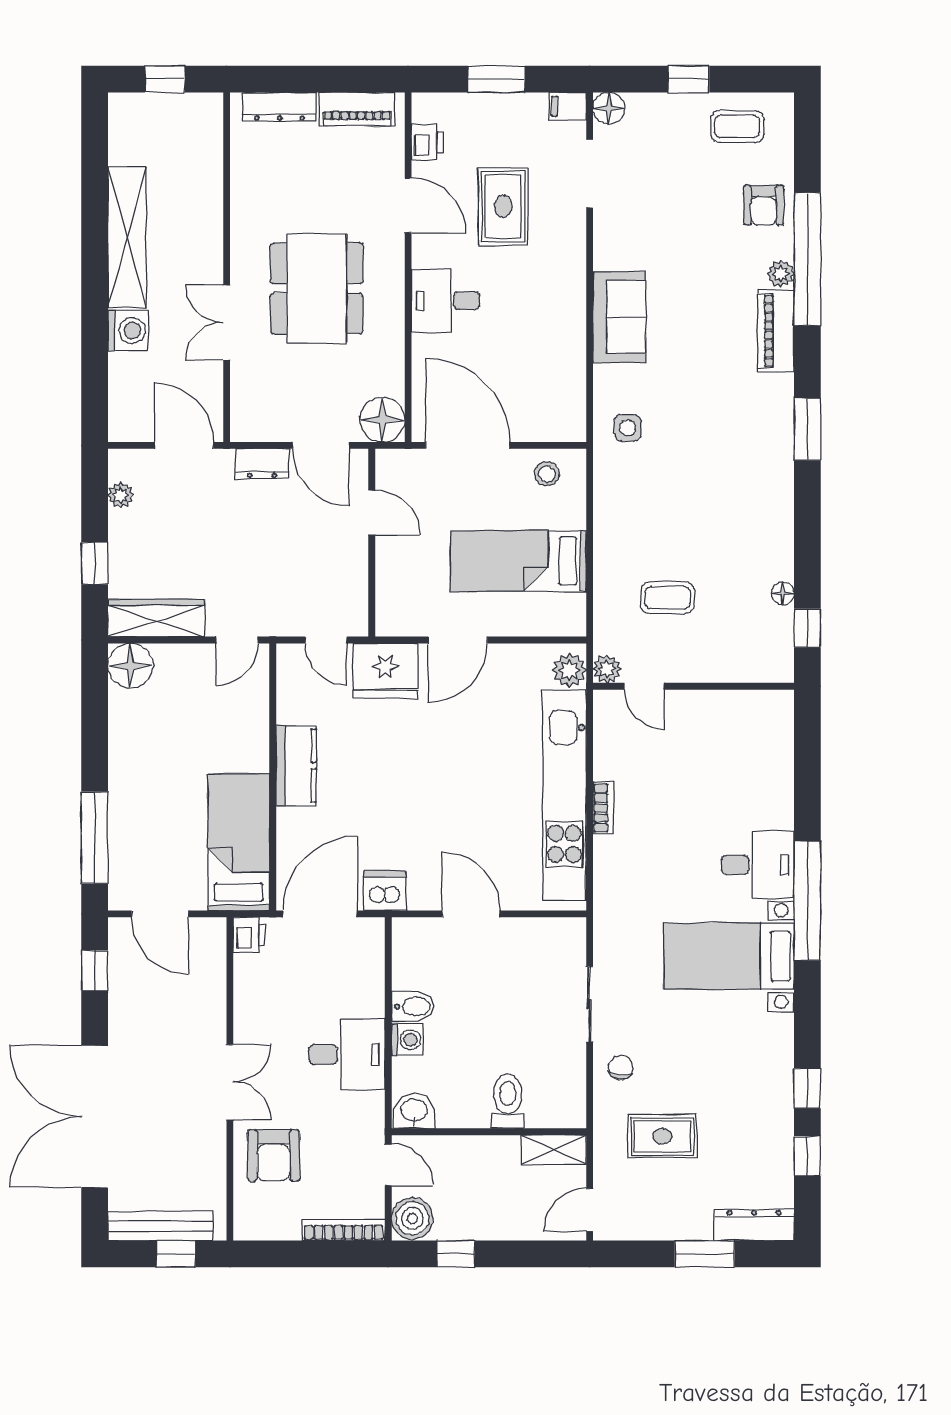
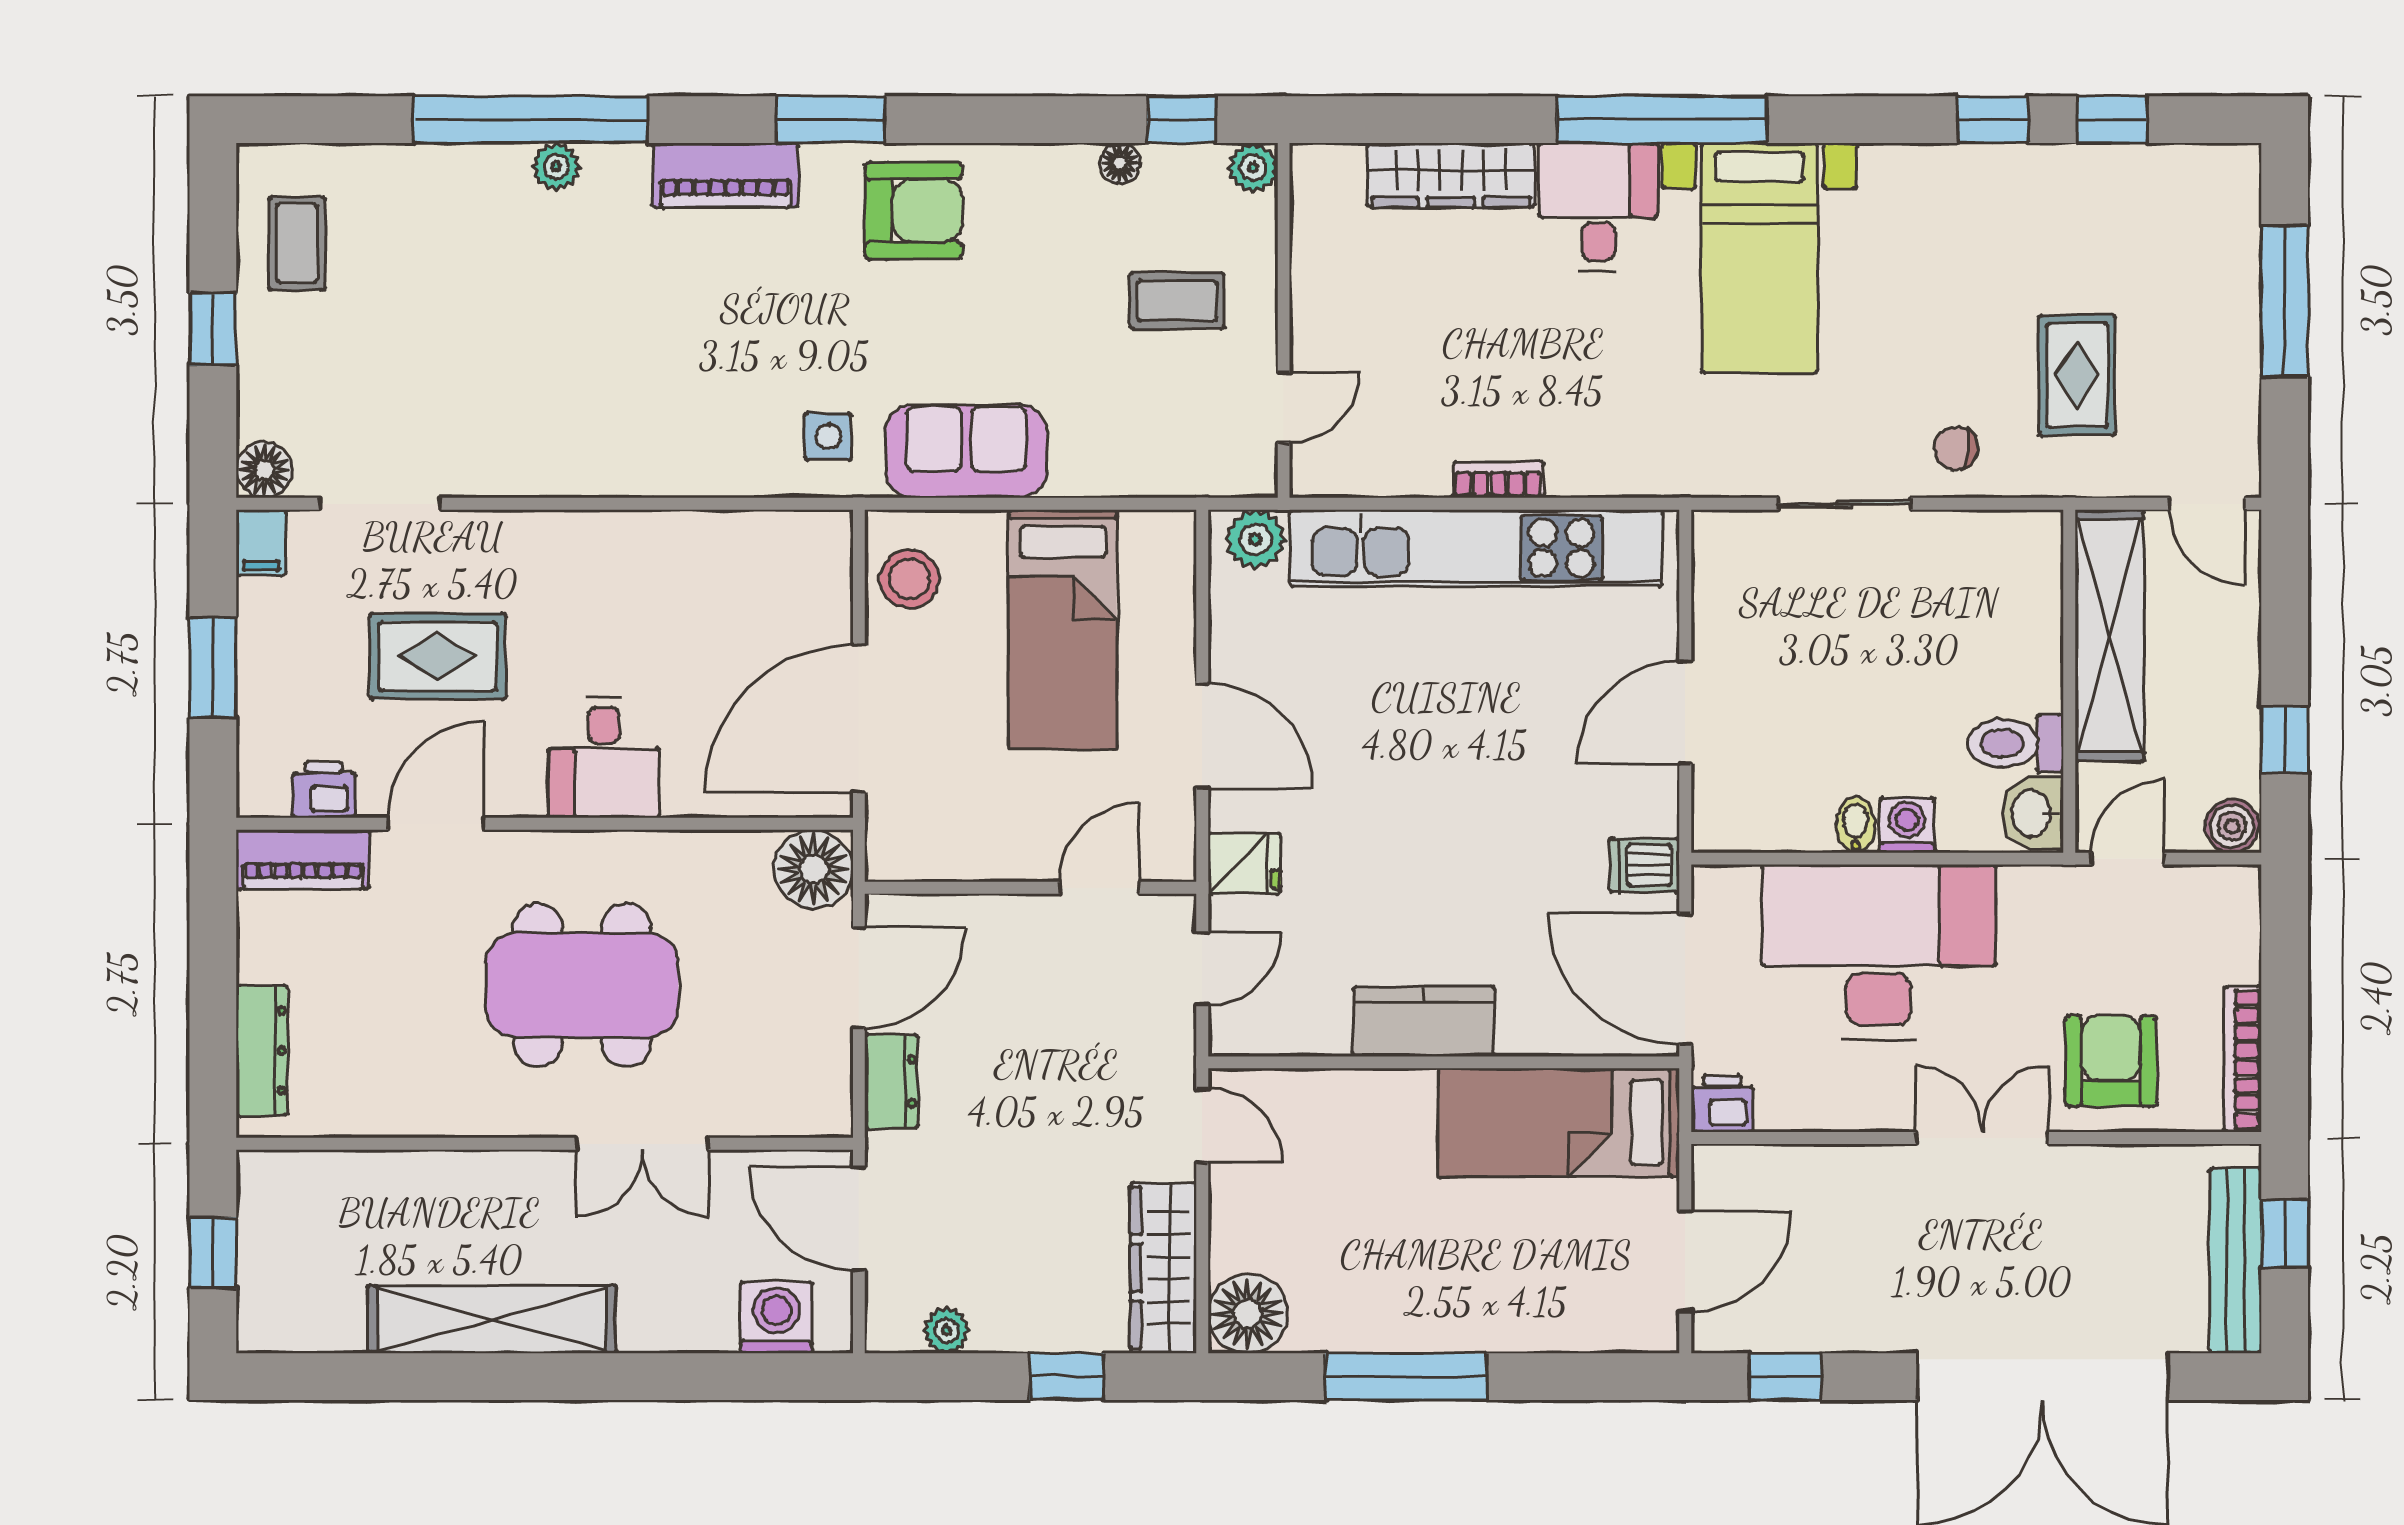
piano: (357, 109) -> (303, 859), moved, turned 90
armchair: (764, 205) -> (914, 210), moved, width x1.38, depth x1.38
sofa: (619, 317) -> (966, 451), moved
washing machine: (128, 331) -> (776, 1317), moved
piano: (776, 331) -> (725, 175), moved
door: (184, 445) -> (859, 1219), hinge flipped
stool: (547, 474) -> (909, 579), width x1.37, depth x1.37
door: (372, 513) -> (1099, 888), moved
coffee table: (667, 598) -> (1177, 301), moved, turned 90
plant: (607, 669) -> (1253, 168), moved
fridge: (385, 671) -> (1244, 864), width x0.53, depth x0.75
wardrobe: (776, 781) -> (1451, 175), added
window: (95, 838) -> (1406, 1377), moved
dishwasher: (385, 891) -> (1644, 865), width x0.73
bidet: (413, 1006) -> (1856, 825), width x0.72, depth x0.74
desk: (347, 1054) -> (1879, 952), width x1.87, depth x1.30
toilet: (508, 1101) -> (2015, 743), moved
shelving: (554, 1150) -> (2109, 635), width x2.20, depth x1.33
armchair: (274, 1155) -> (2111, 1061), turned -90
boiler: (412, 1218) -> (2232, 826), width x0.73, depth x0.73
dresser: (754, 1225) -> (2234, 214), removed
bookcase: (344, 1230) -> (2243, 1059), moved
window: (705, 1254) -> (2285, 301), width x1.44

